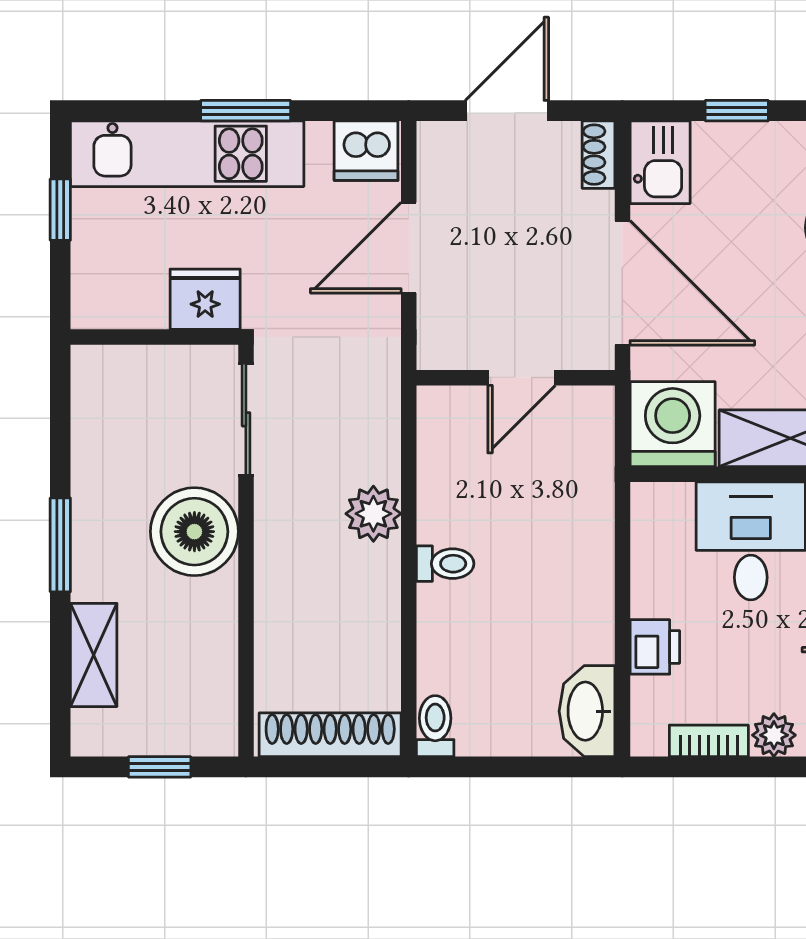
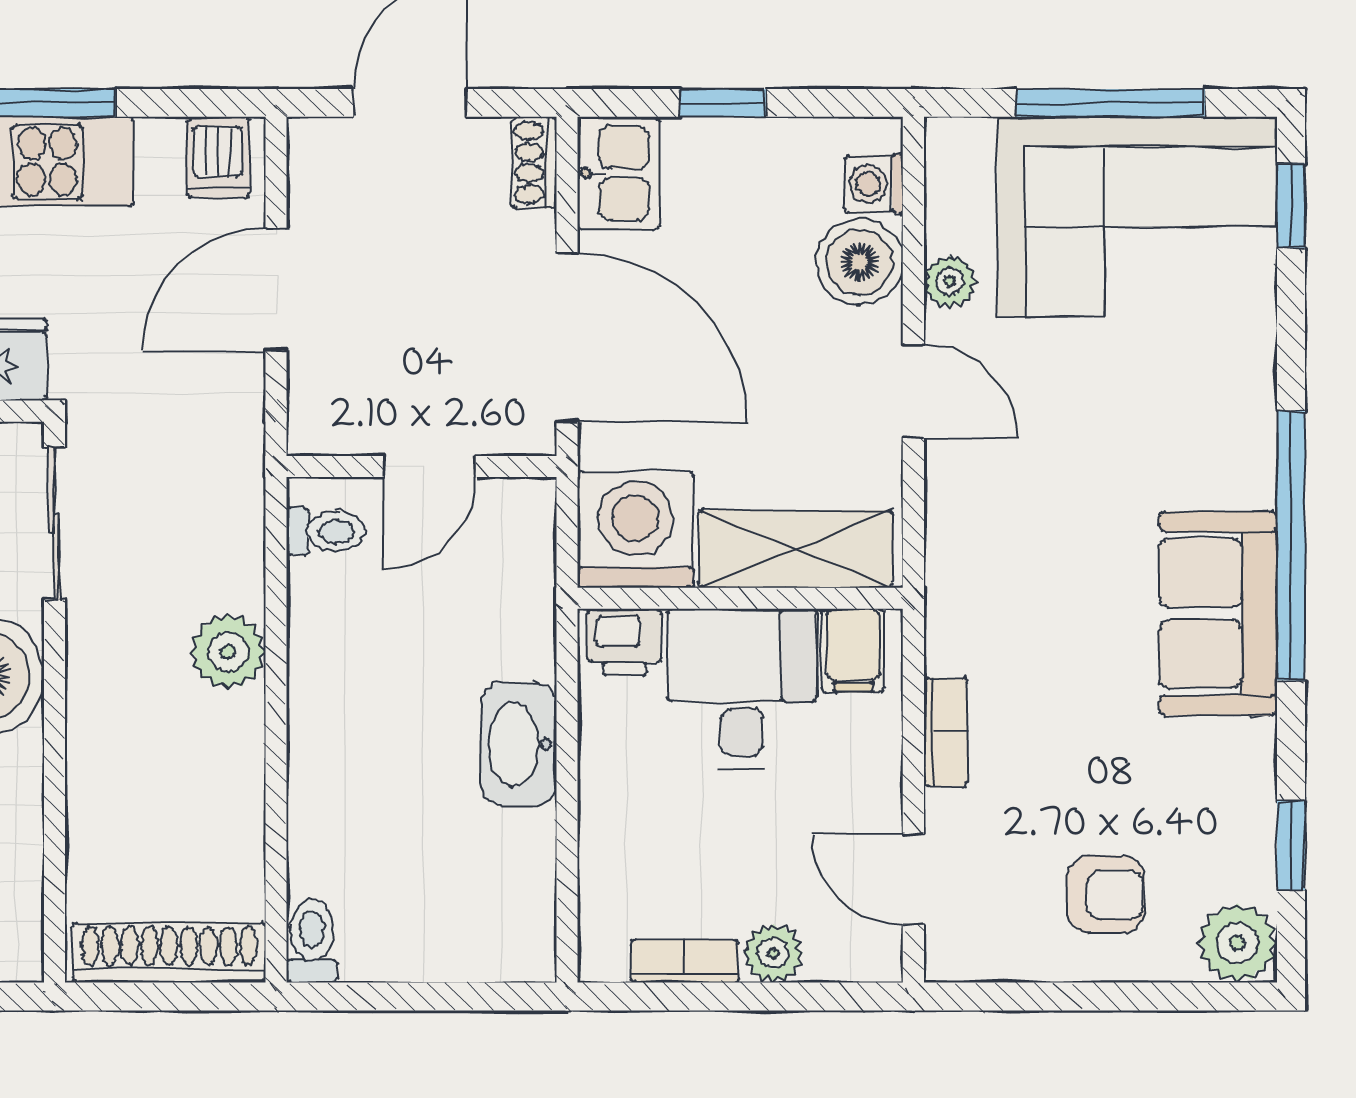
dishwasher: (366, 151) -> (218, 157), width x0.73
toilet: (445, 564) -> (326, 531), moved
printer: (655, 647) -> (625, 642), moved, turned 90
washbasin: (587, 711) -> (519, 744), moved

